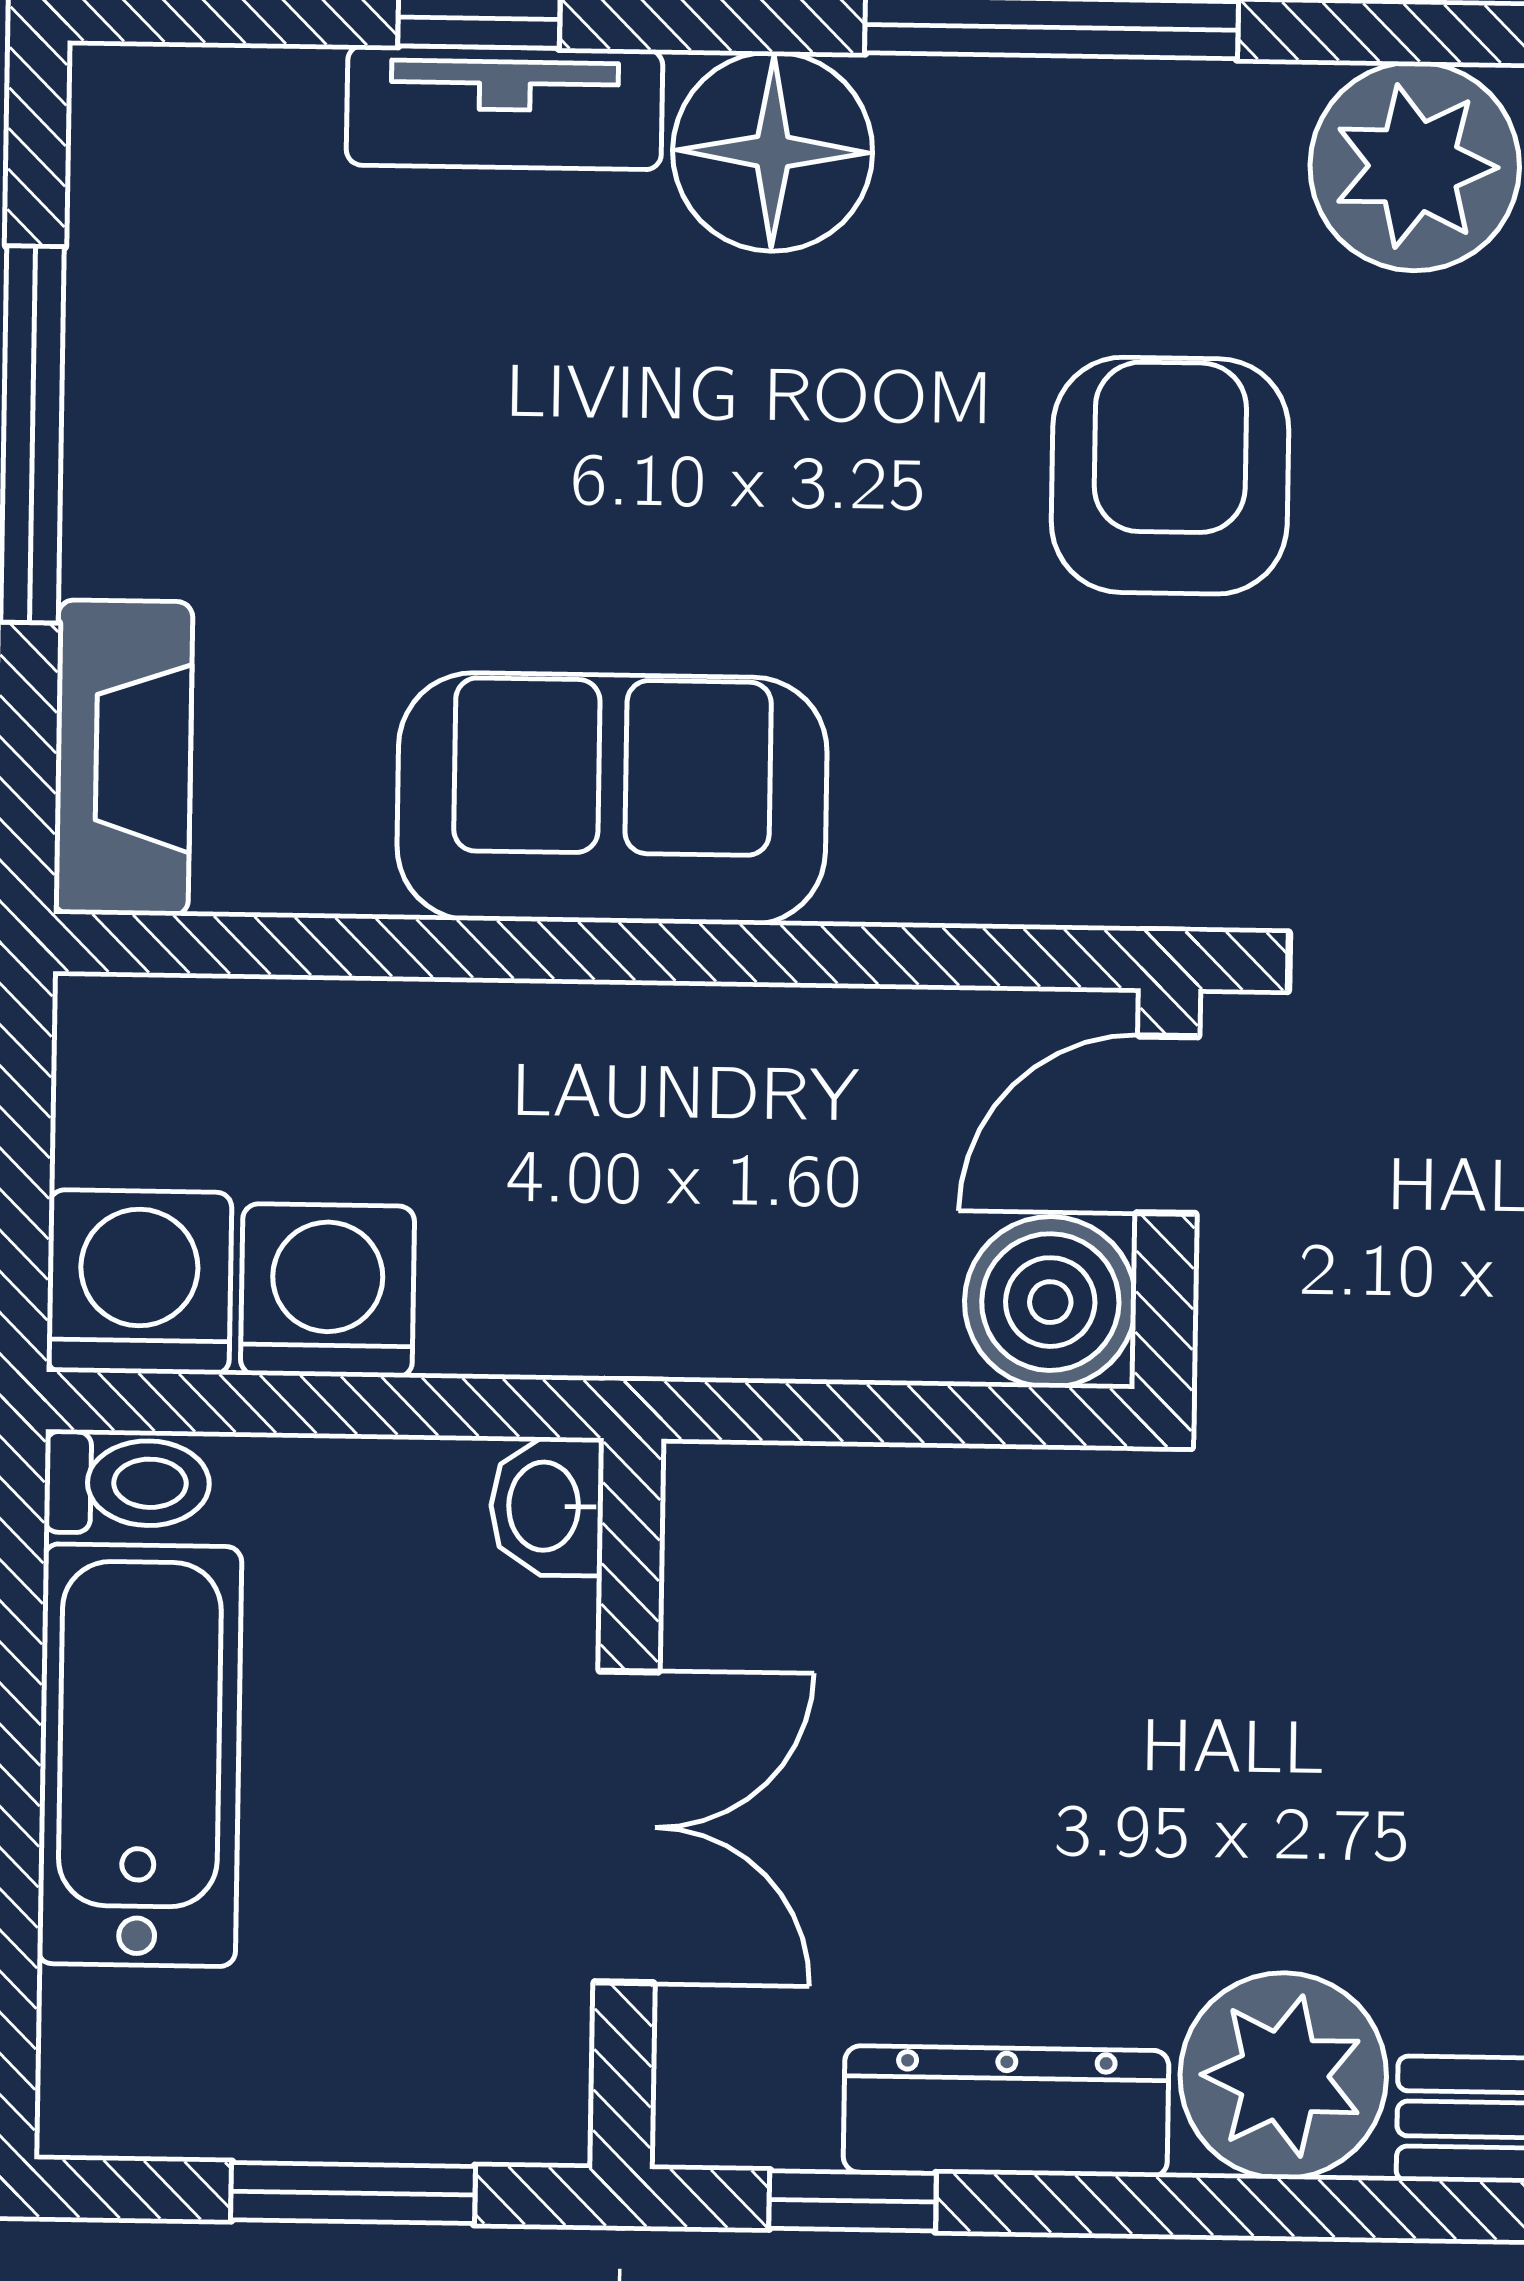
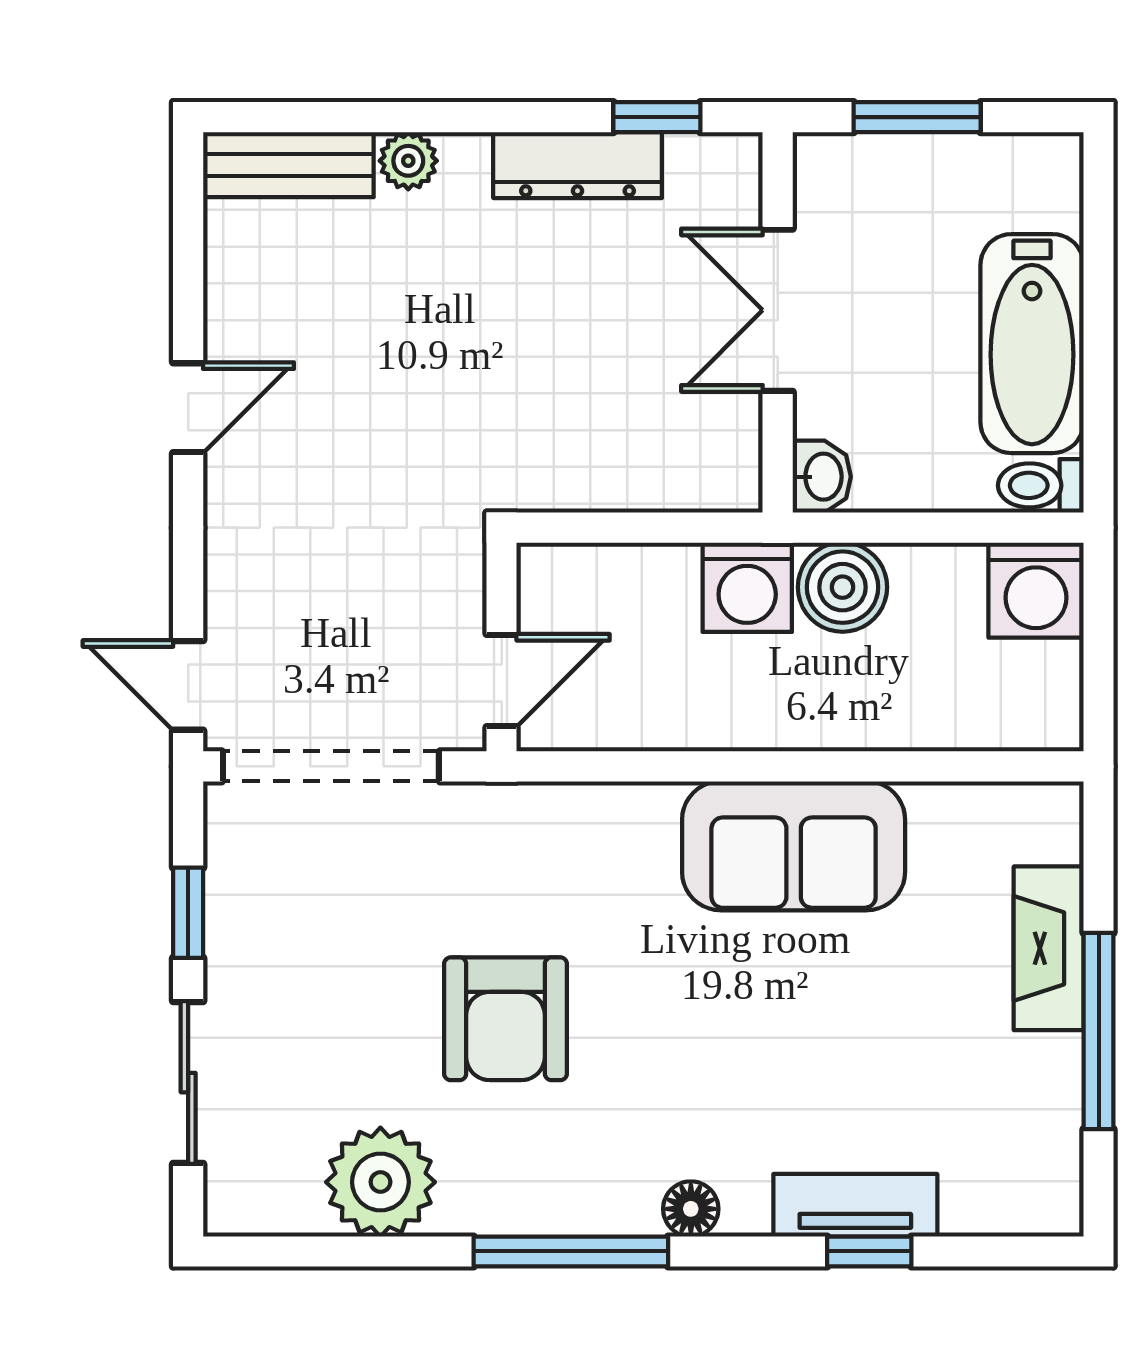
floor lamp: (773, 151) -> (691, 1209), width x0.53, depth x0.53
fireplace: (123, 758) -> (1049, 948), moved
washing machine: (328, 1291) -> (747, 587), moved
boiler: (1050, 1302) -> (843, 587), moved
plant: (1283, 2076) -> (408, 161), width x0.53, depth x0.53

